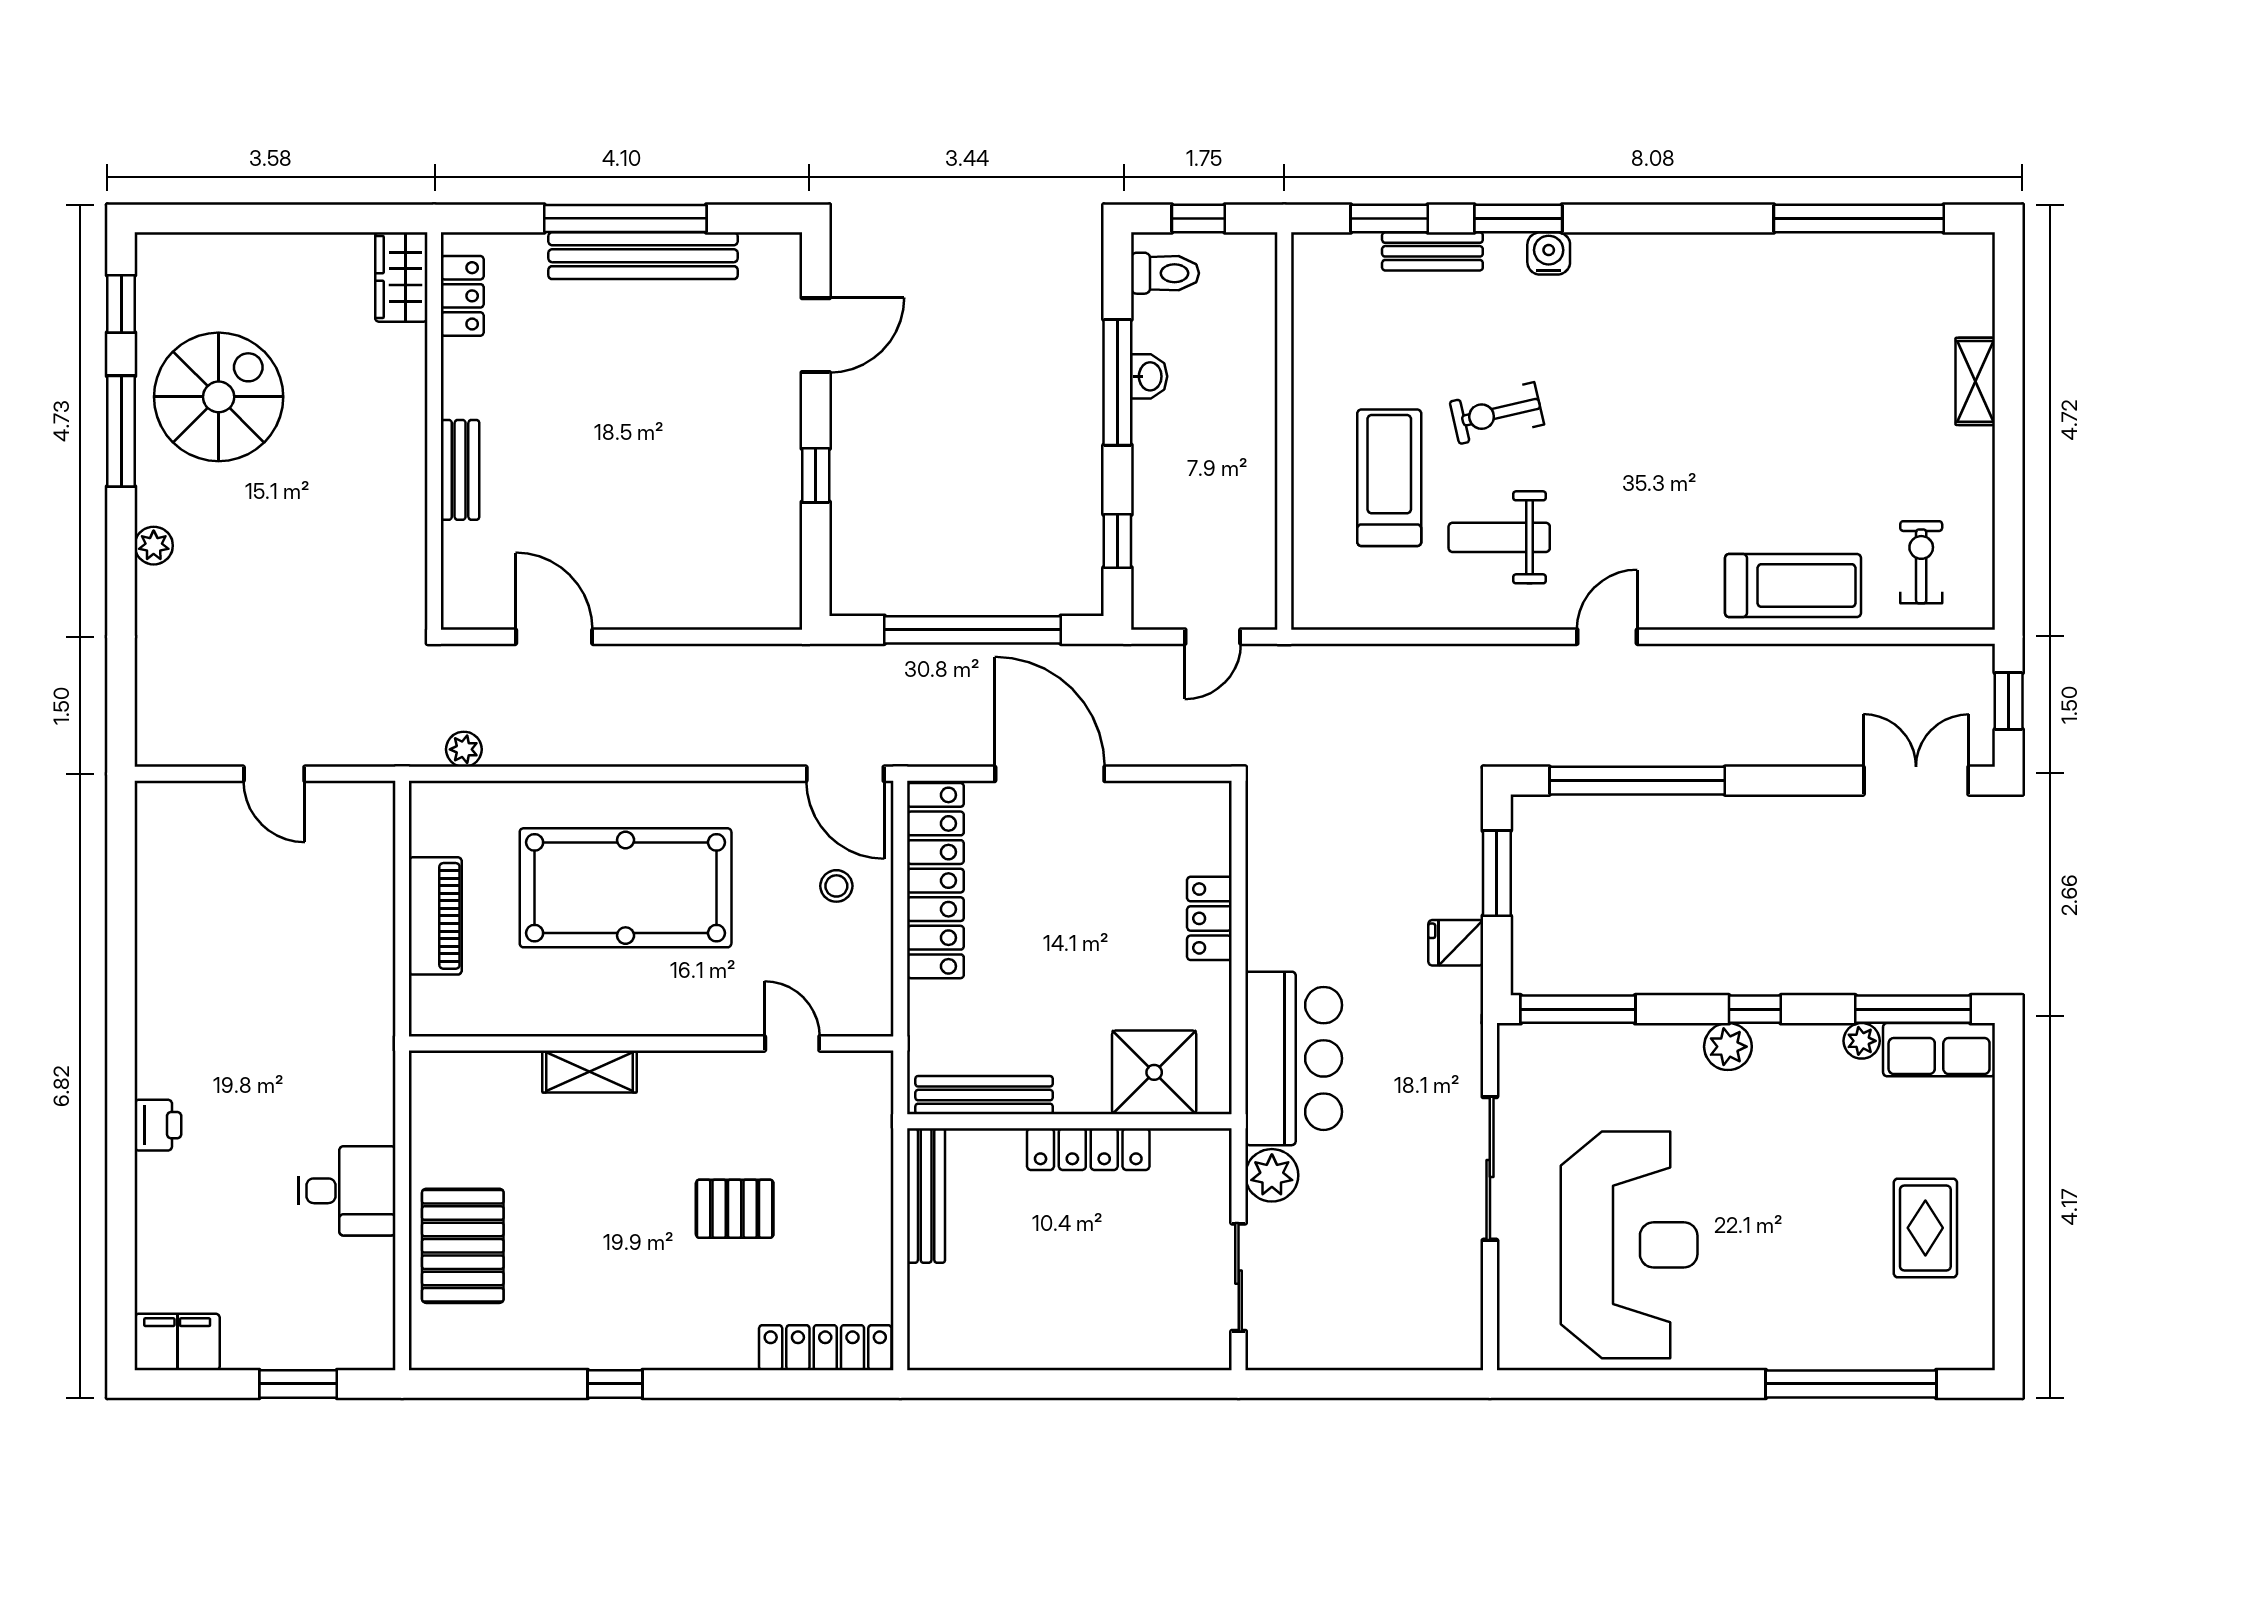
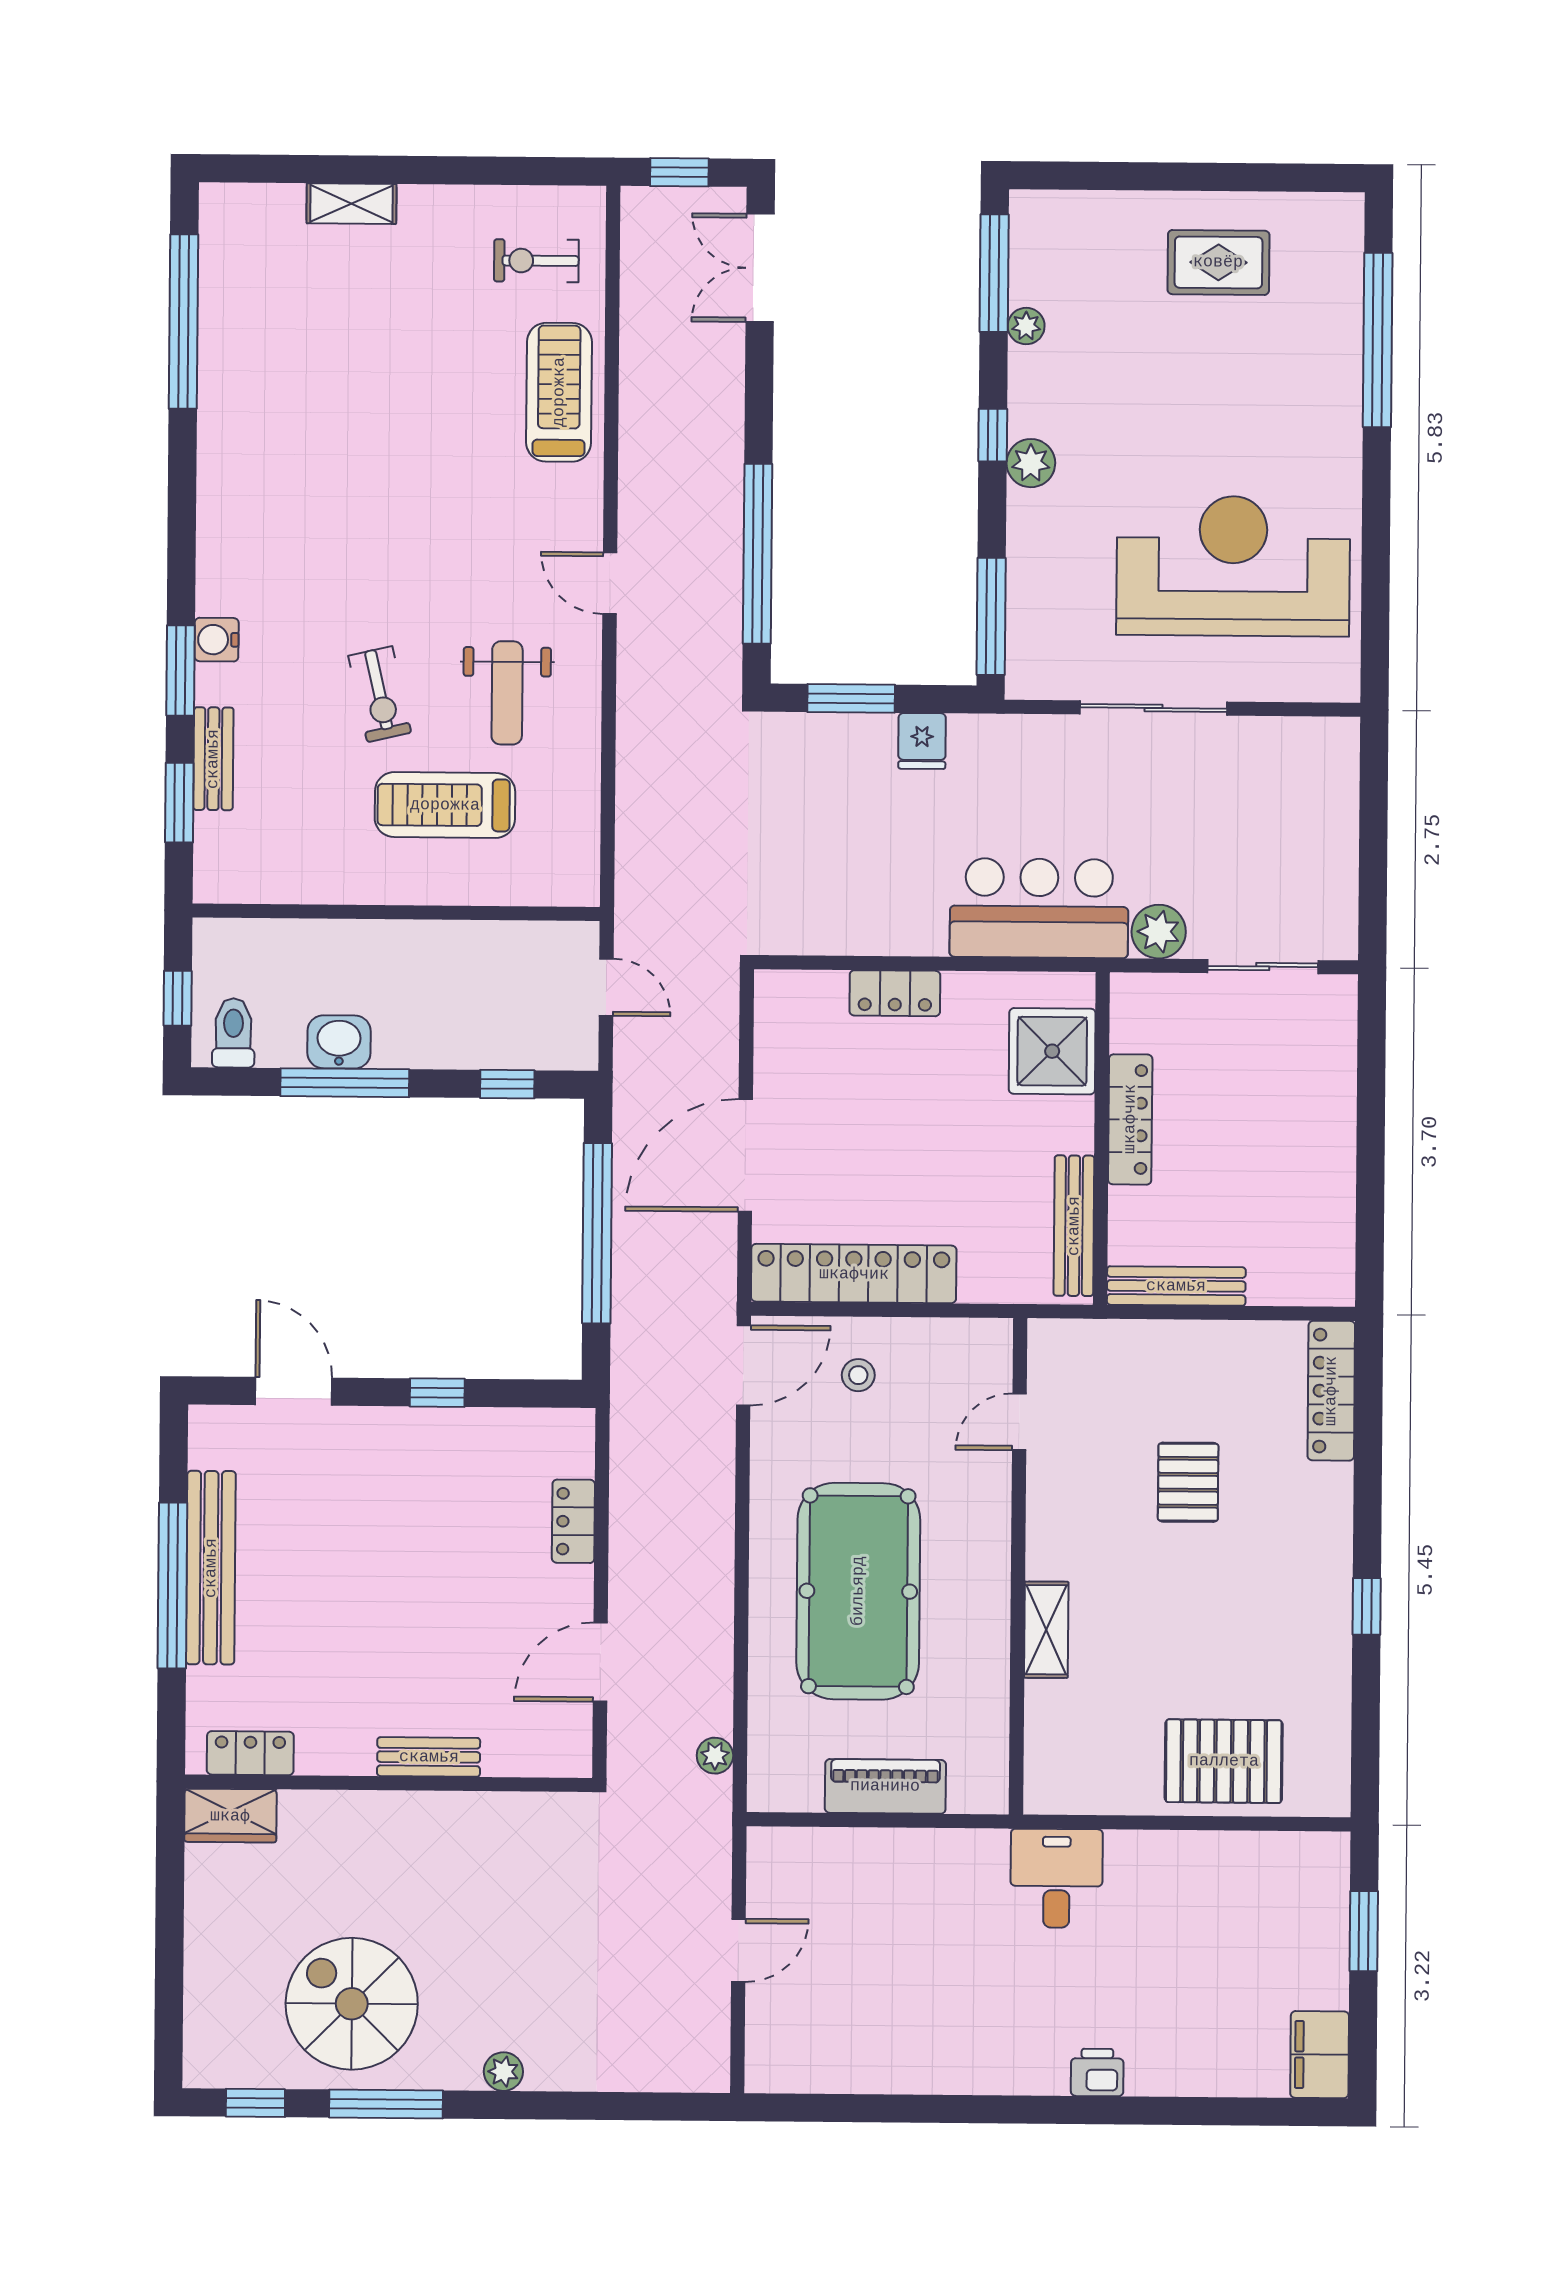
washbasin: (1149, 376) -> (339, 1042), width x1.38, depth x1.45
locker: (691, 609) -> (573, 1521), added
row of seats: (1939, 1050) -> (1036, 247), removed
desk: (347, 1191) -> (1056, 1878), moved

